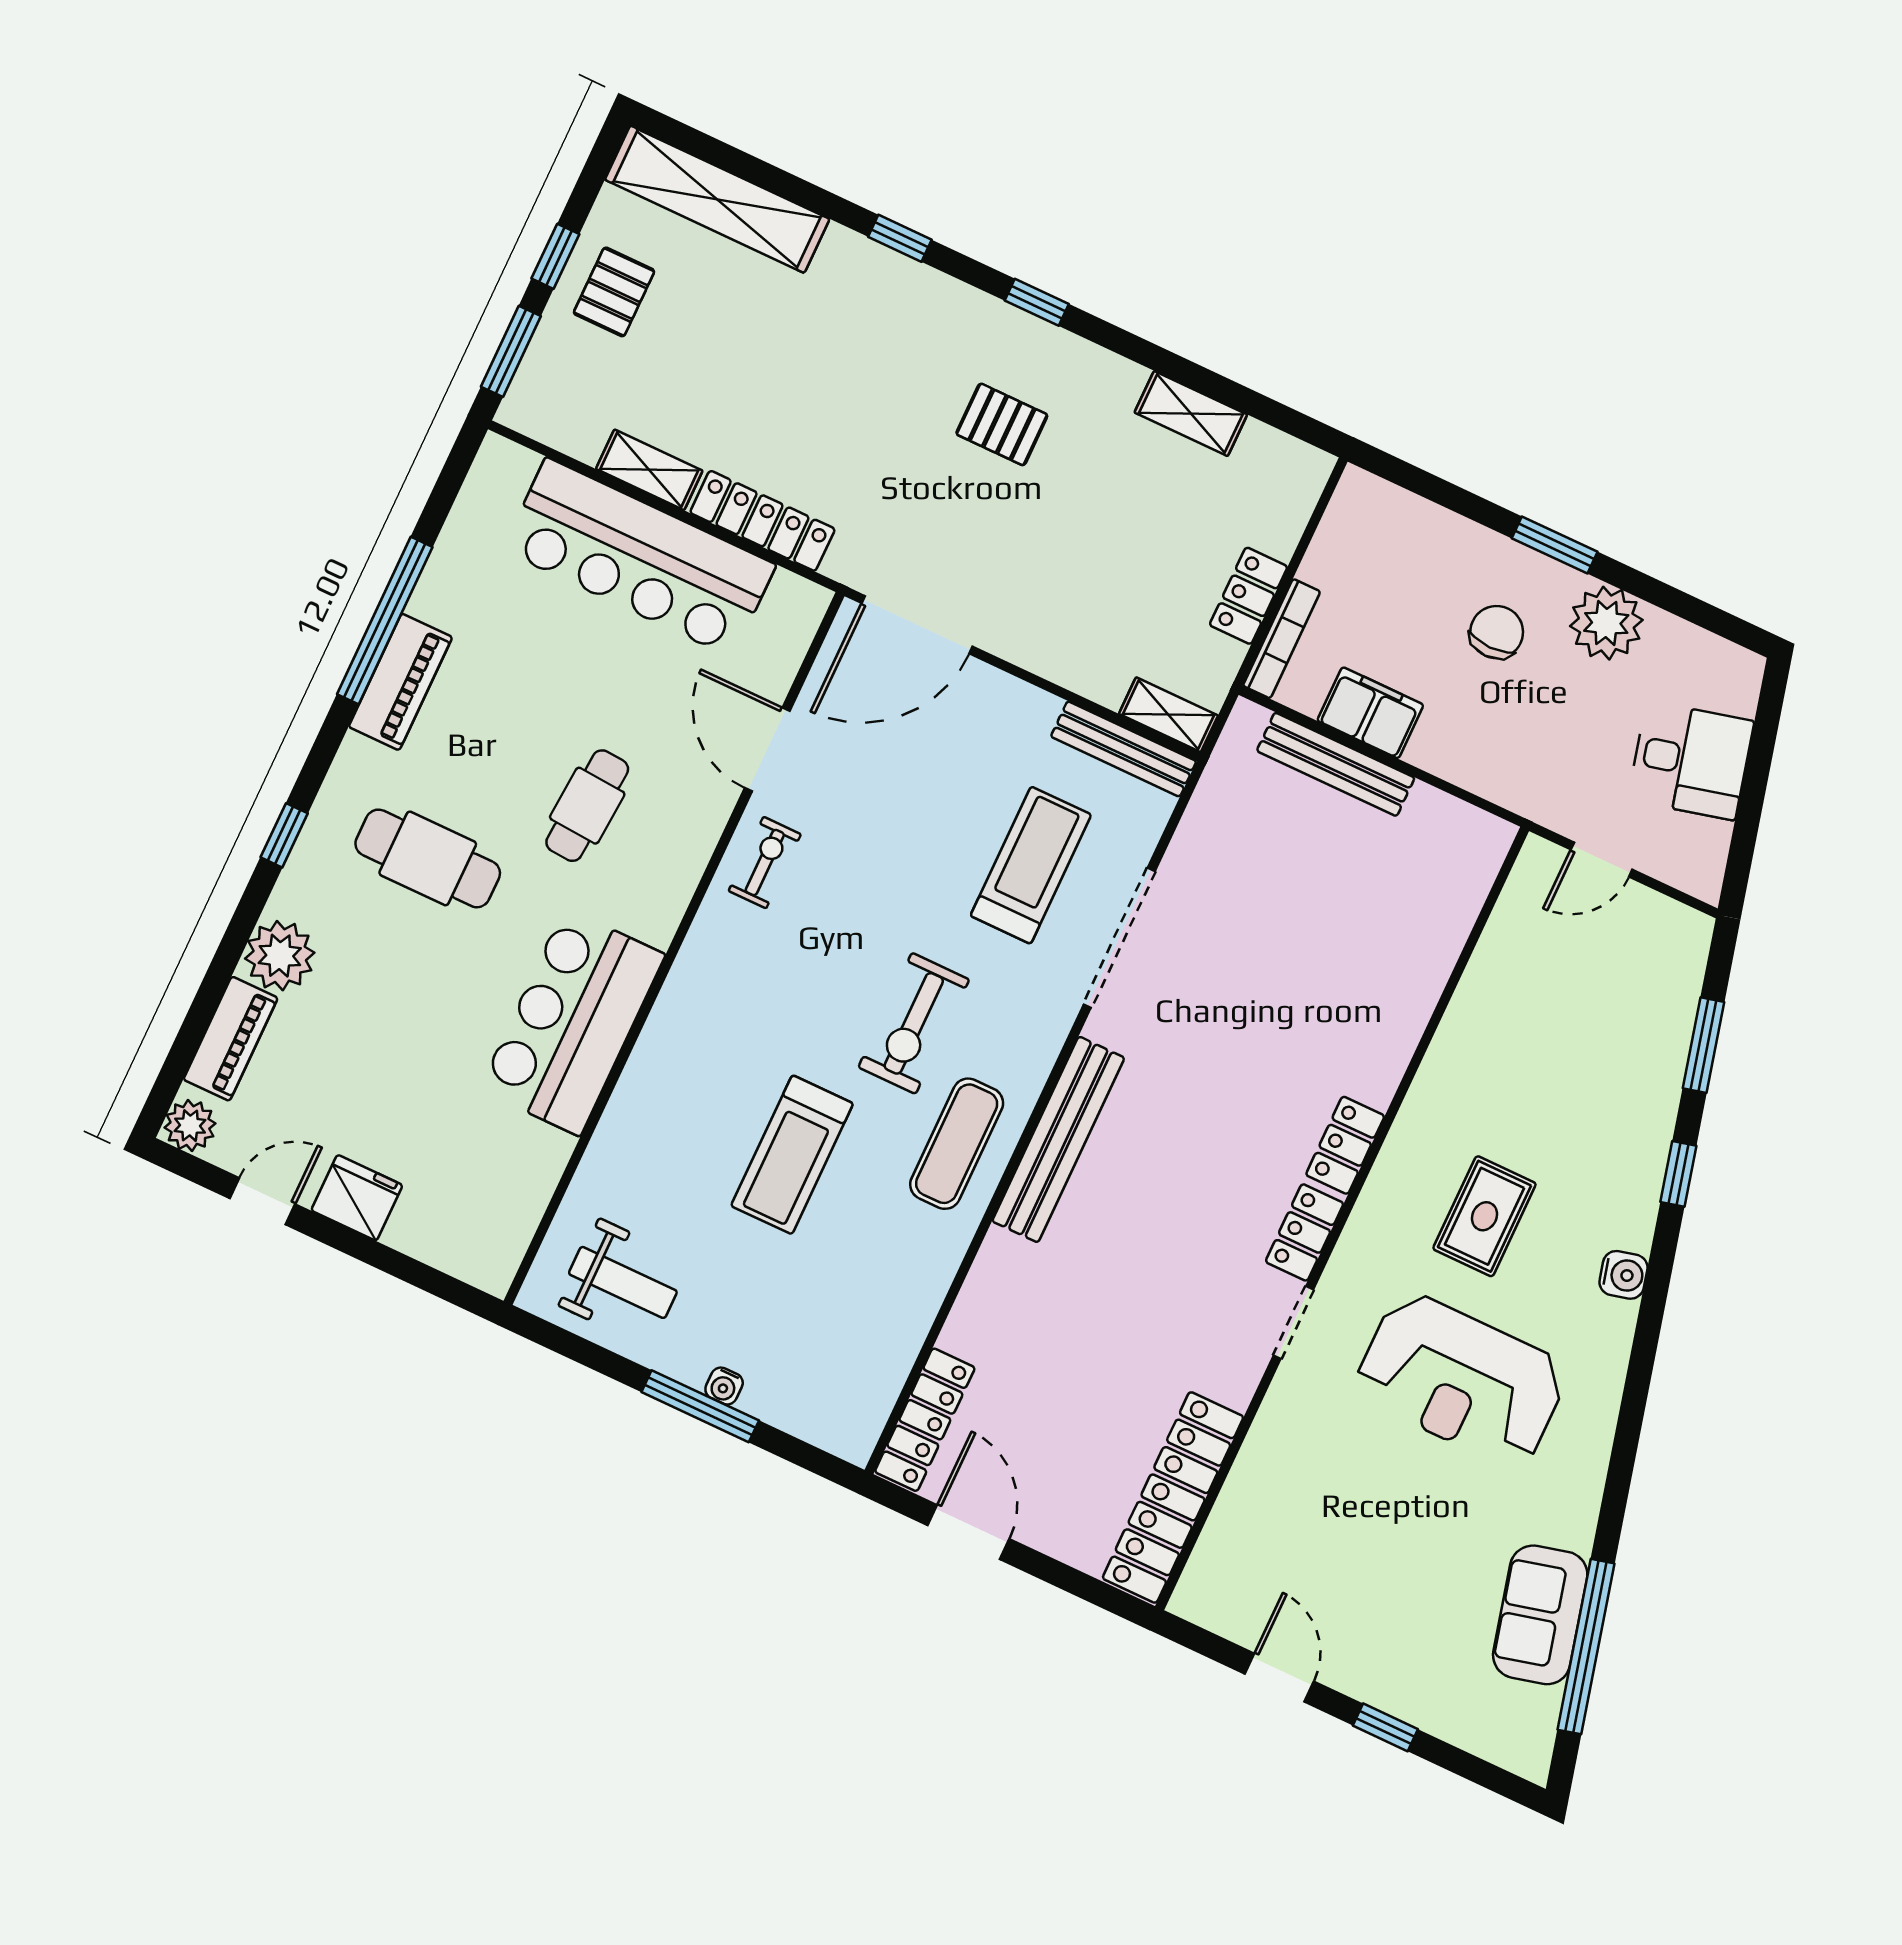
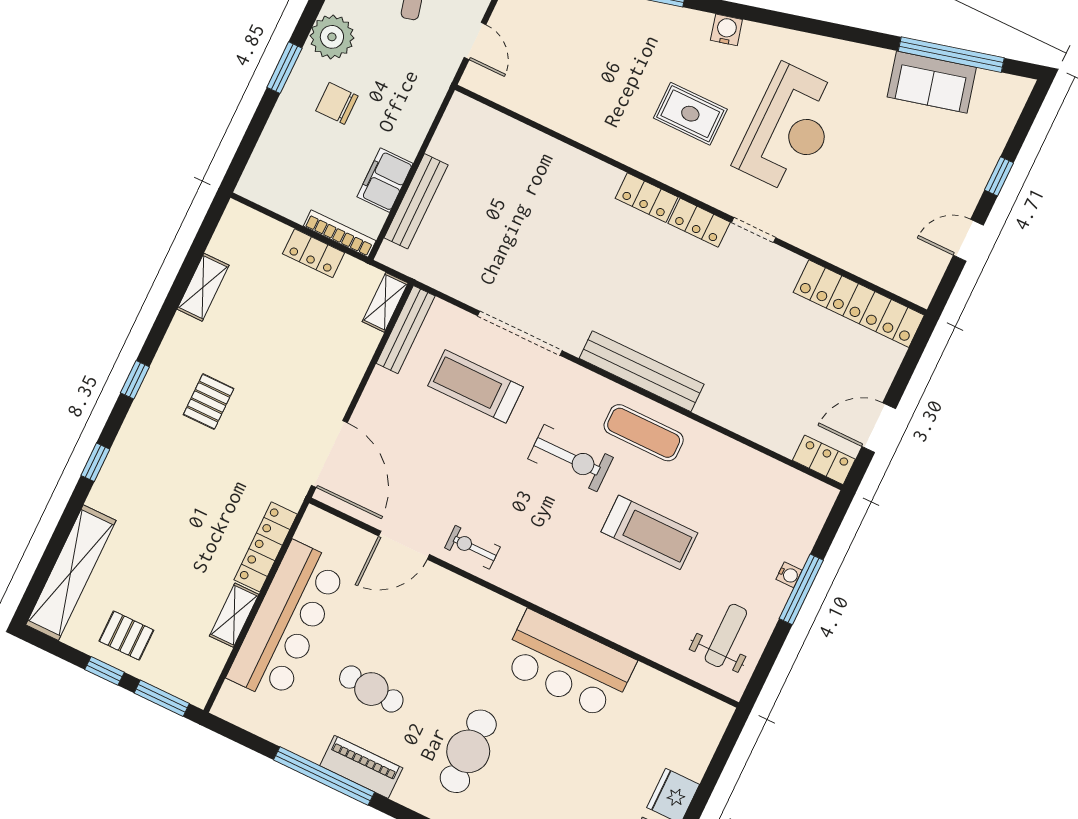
cafe table: (587, 806) -> (371, 689), moved
locker: (925, 1420) -> (824, 460), width x0.66

